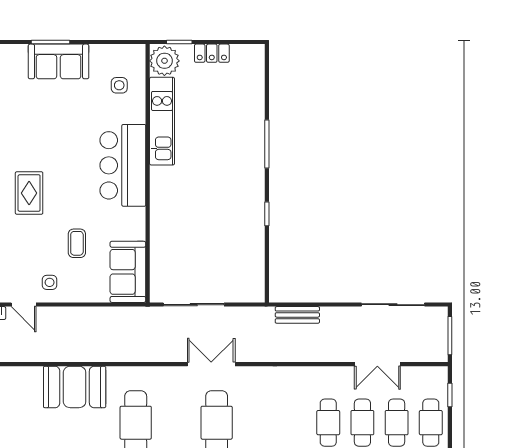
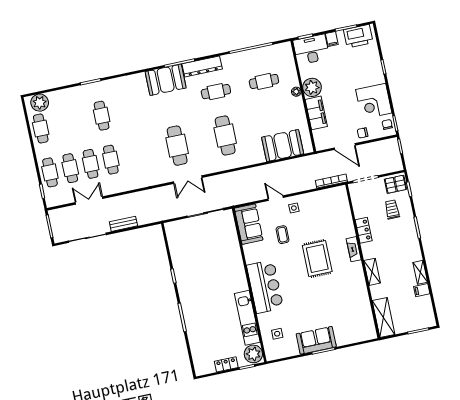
rug: (29, 193) -> (317, 259), width x1.36, depth x1.43
door: (24, 305) -> (276, 198), moved
bench: (297, 315) -> (123, 224), moved
booth: (75, 387) -> (283, 146), moved

